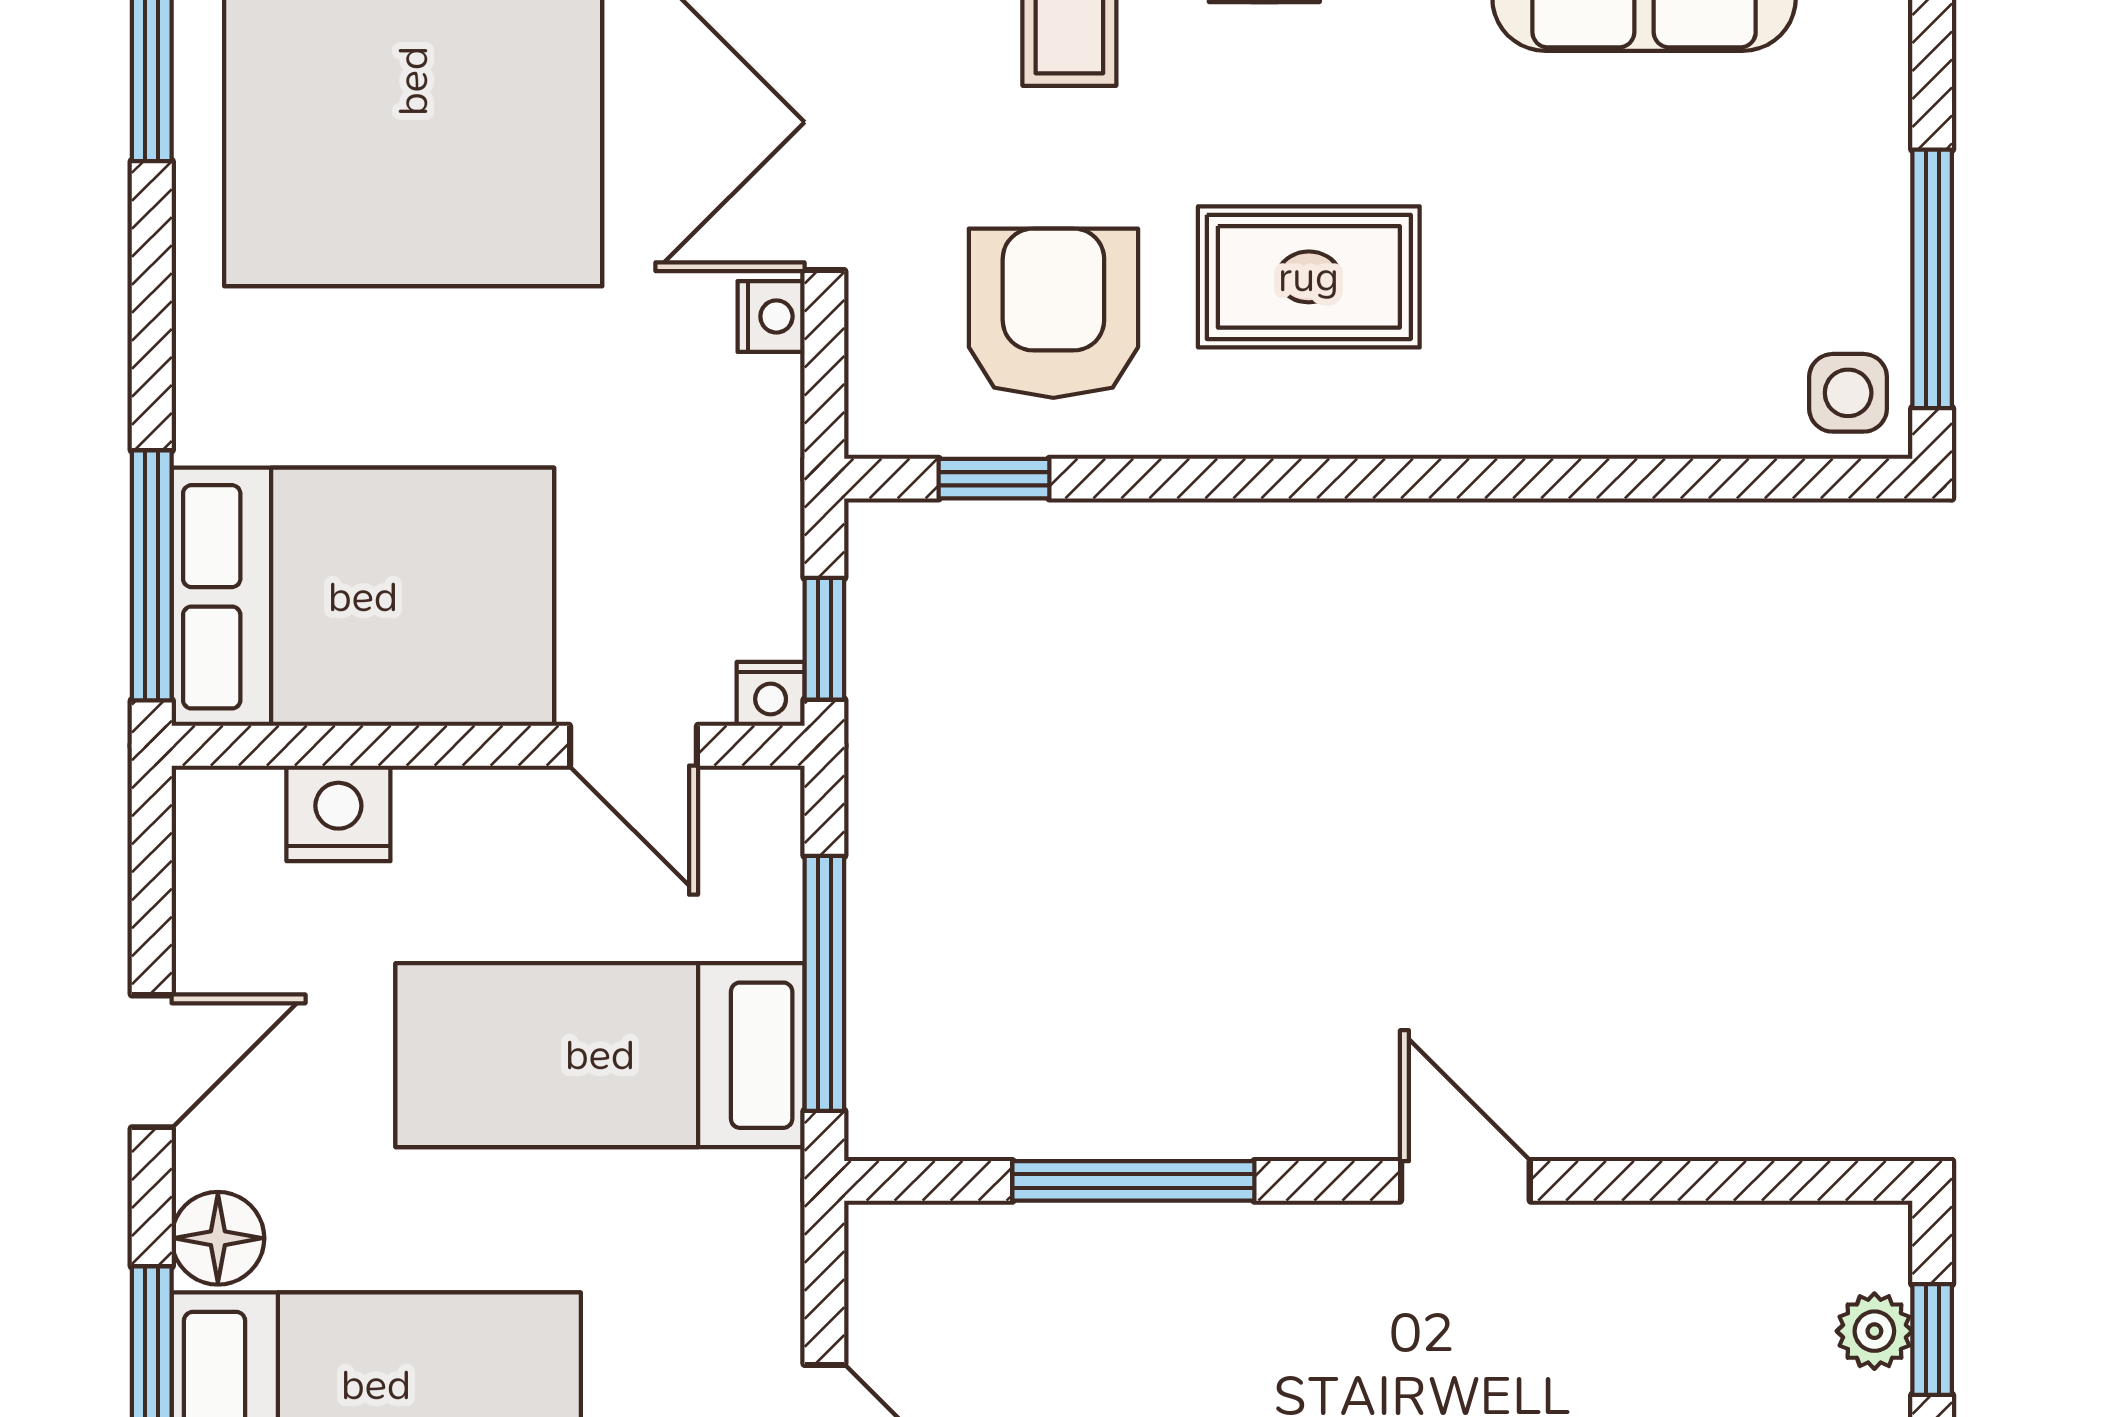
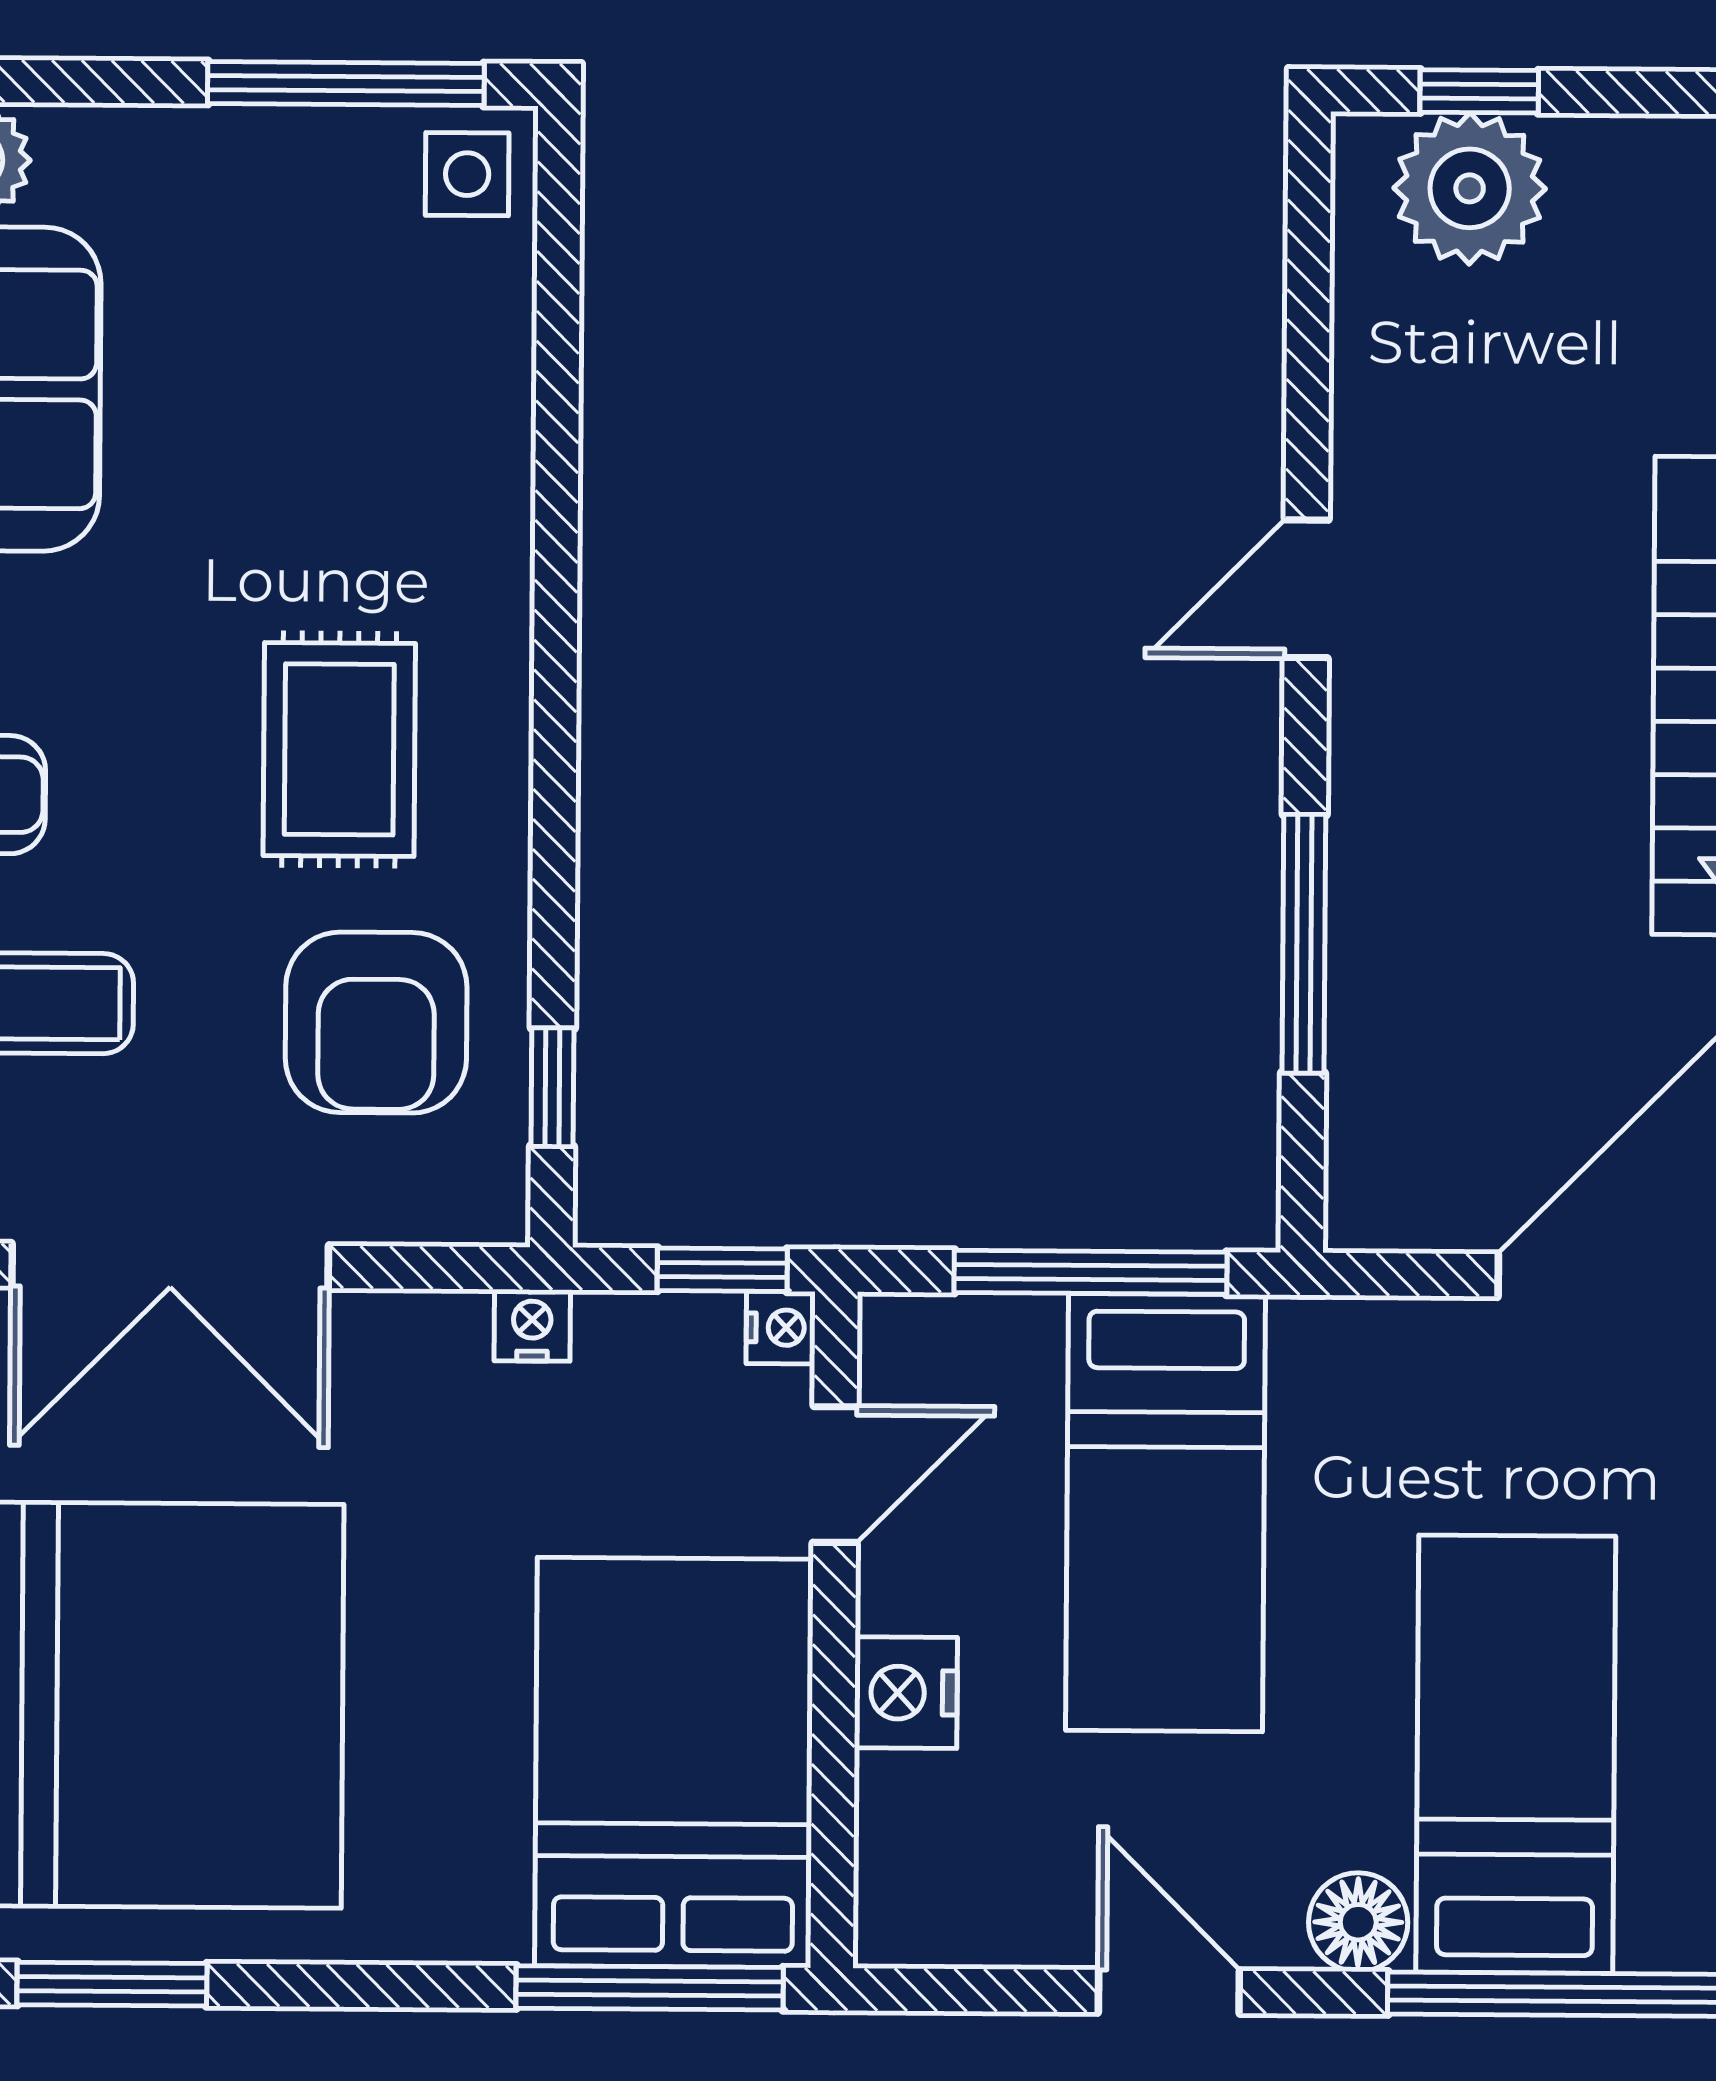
armchair: (1053, 313) -> (376, 1023), turned -90
nightstand: (771, 316) -> (532, 1325), moved
nightstand: (338, 813) -> (906, 1693), moved
plant: (1874, 1331) -> (1470, 188), width x1.88, depth x1.88

